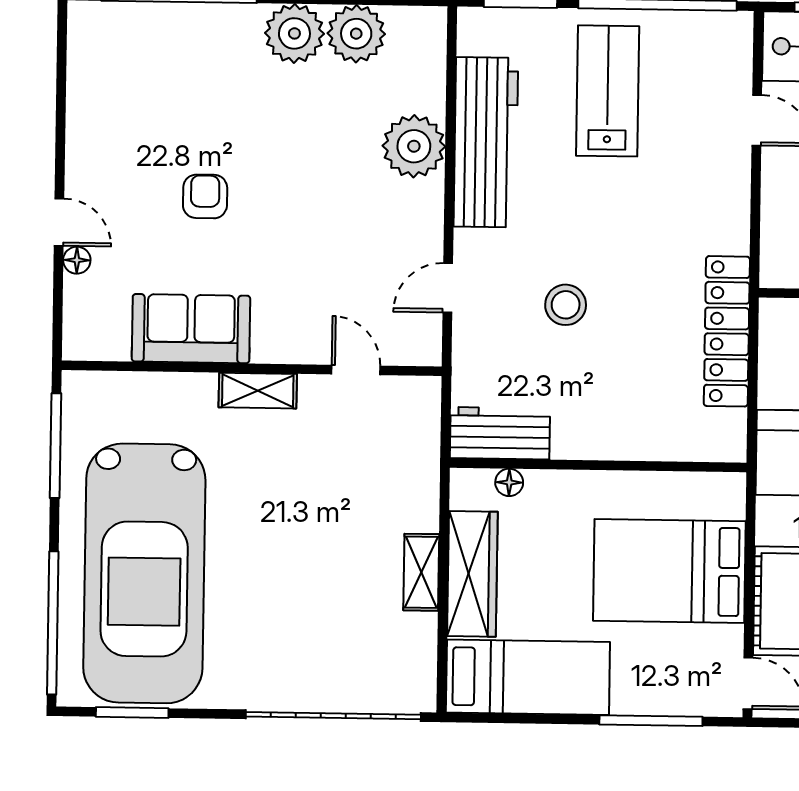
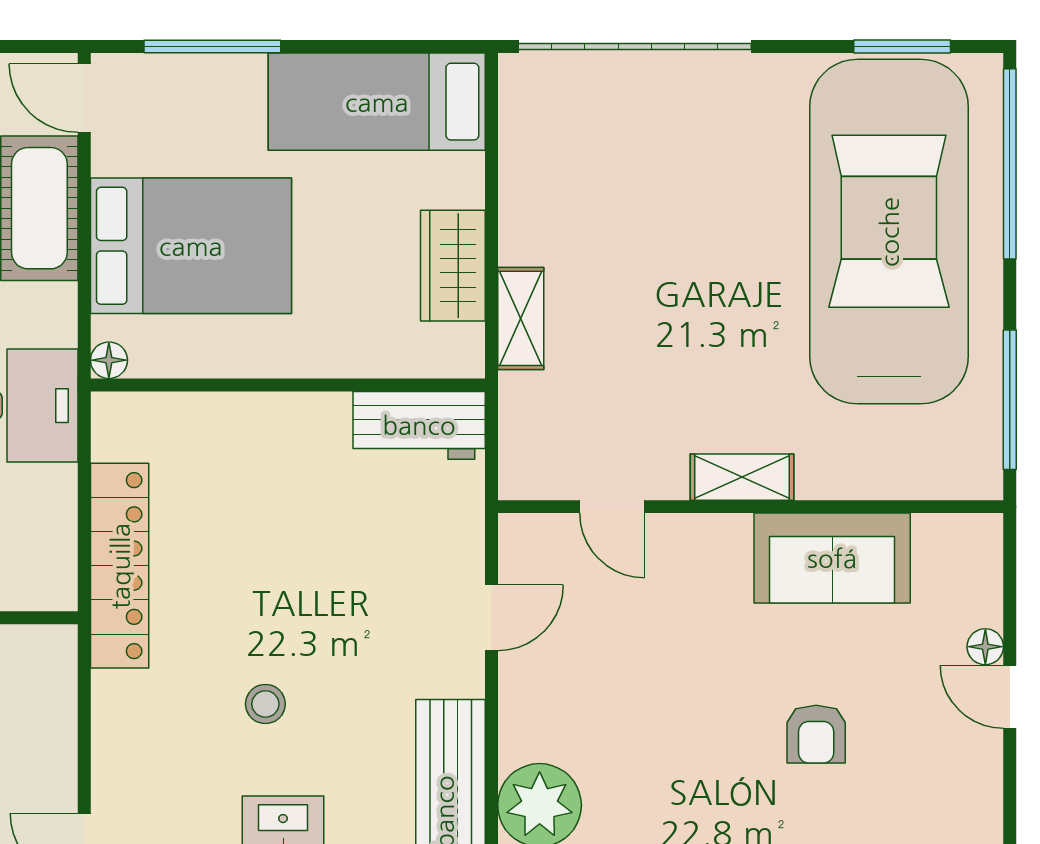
stool: (566, 305) -> (265, 704), moved, width x0.73, depth x0.73
floor lamp: (509, 482) -> (109, 360), moved
shelving: (421, 572) -> (521, 318), moved
wardrobe: (472, 574) -> (453, 266), width x0.67

